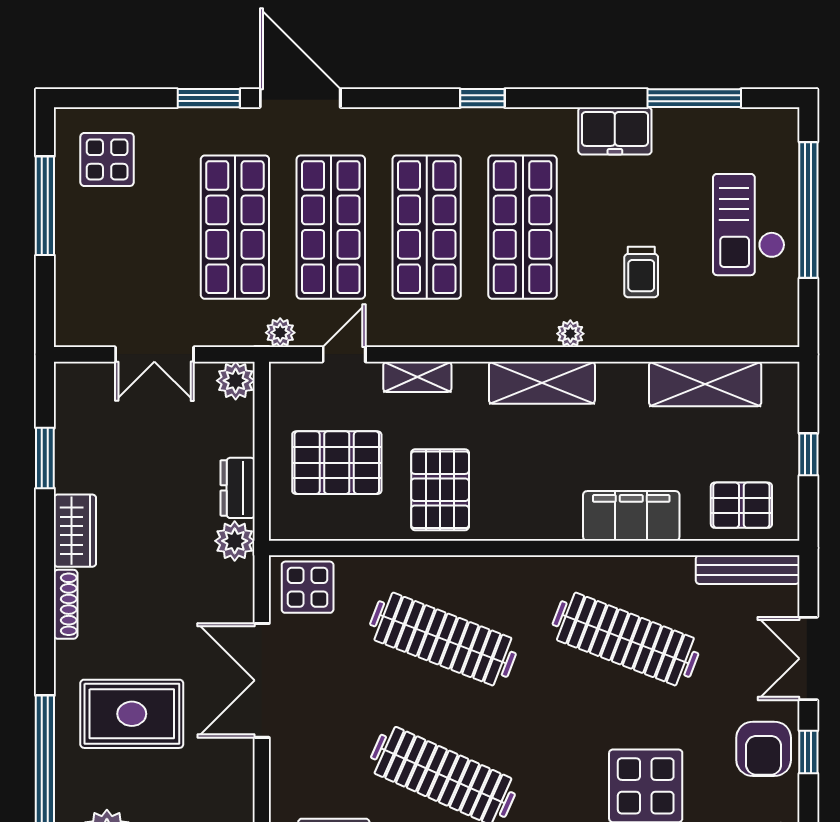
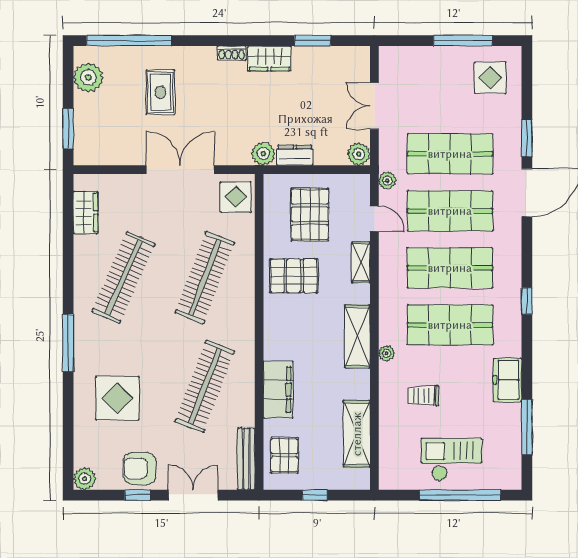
shoe rack: (66, 604) -> (232, 53), width x0.70
rug: (132, 714) -> (160, 92), width x0.73, depth x0.70

